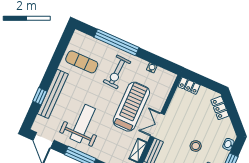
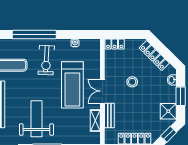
treadmill: (131, 107) -> (72, 85), turned 180
locker: (220, 108) -> (154, 55), width x1.53
stool: (196, 146) -> (132, 82), moved

